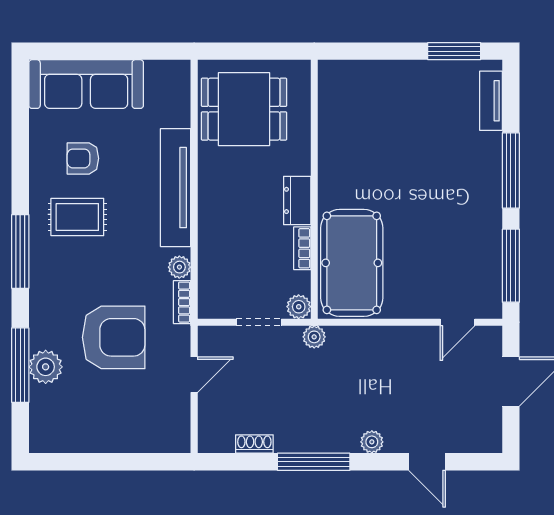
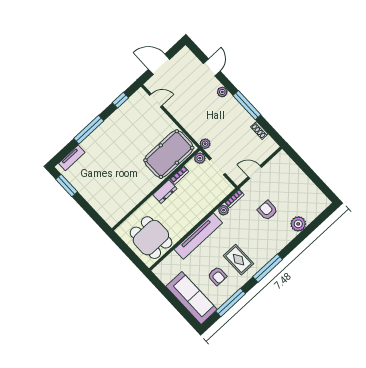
window: (511, 266) -> (120, 100), width x0.46
armchair: (114, 337) -> (267, 210), width x0.53, depth x0.53
window: (20, 365) -> (231, 302), moved

